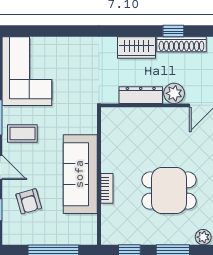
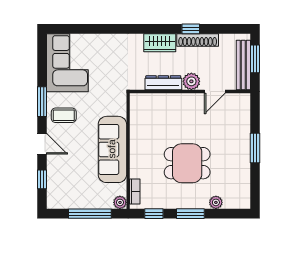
bookcase: (107, 188) -> (135, 191), moved
armchair: (29, 201) -> (69, 172), removed
plant: (89, 237) -> (120, 202), added

